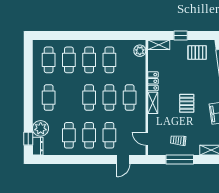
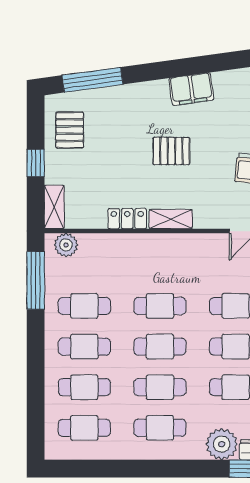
window: (122, 36) -> (36, 280), added
cafe table: (130, 98) -> (160, 387), moved

